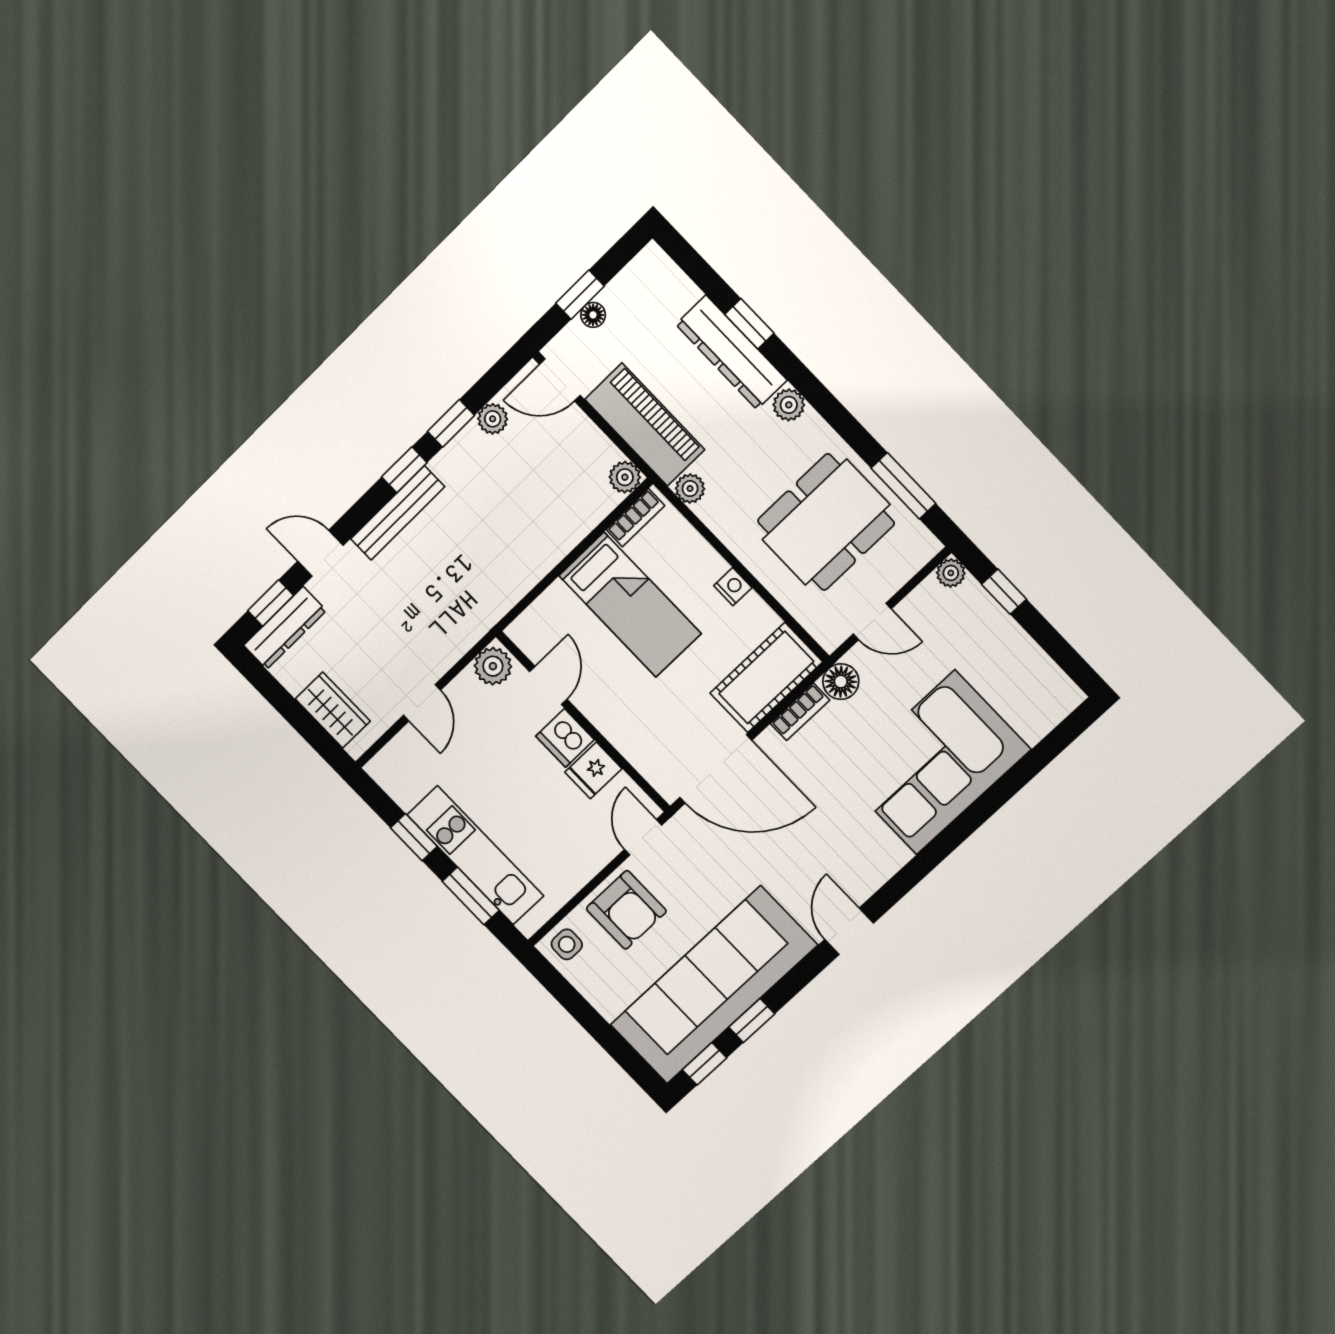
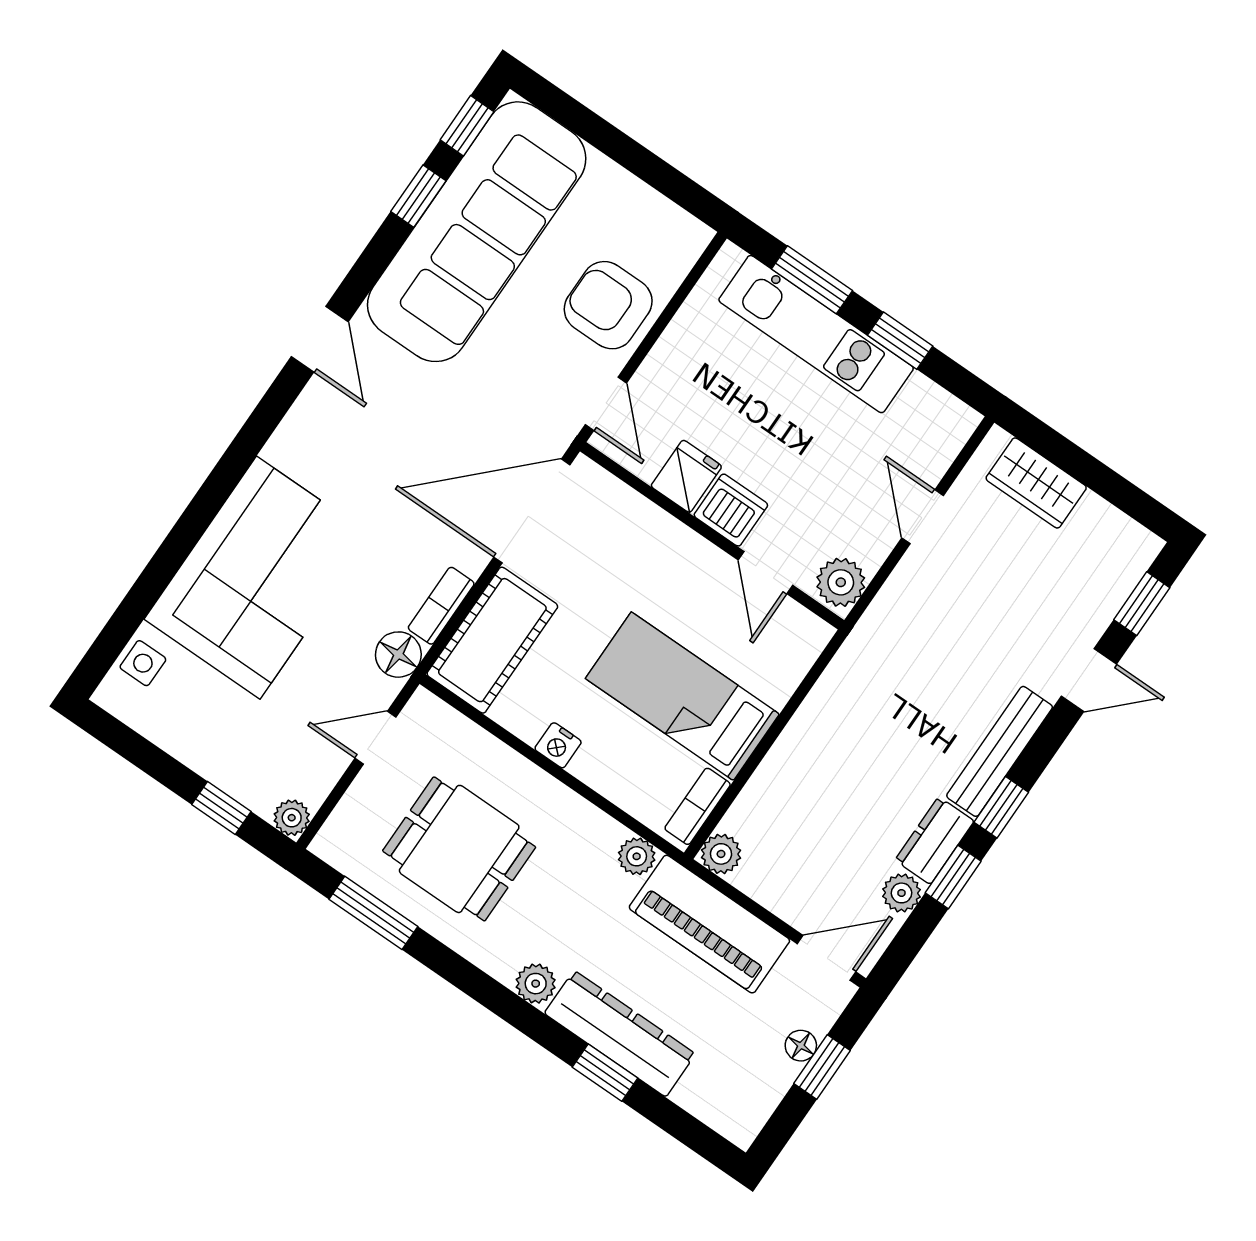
dining table: (826, 522) -> (459, 849), width x0.73
dresser: (285, 628) -> (935, 841), moved, width x0.70
side table: (567, 944) -> (143, 663), moved

